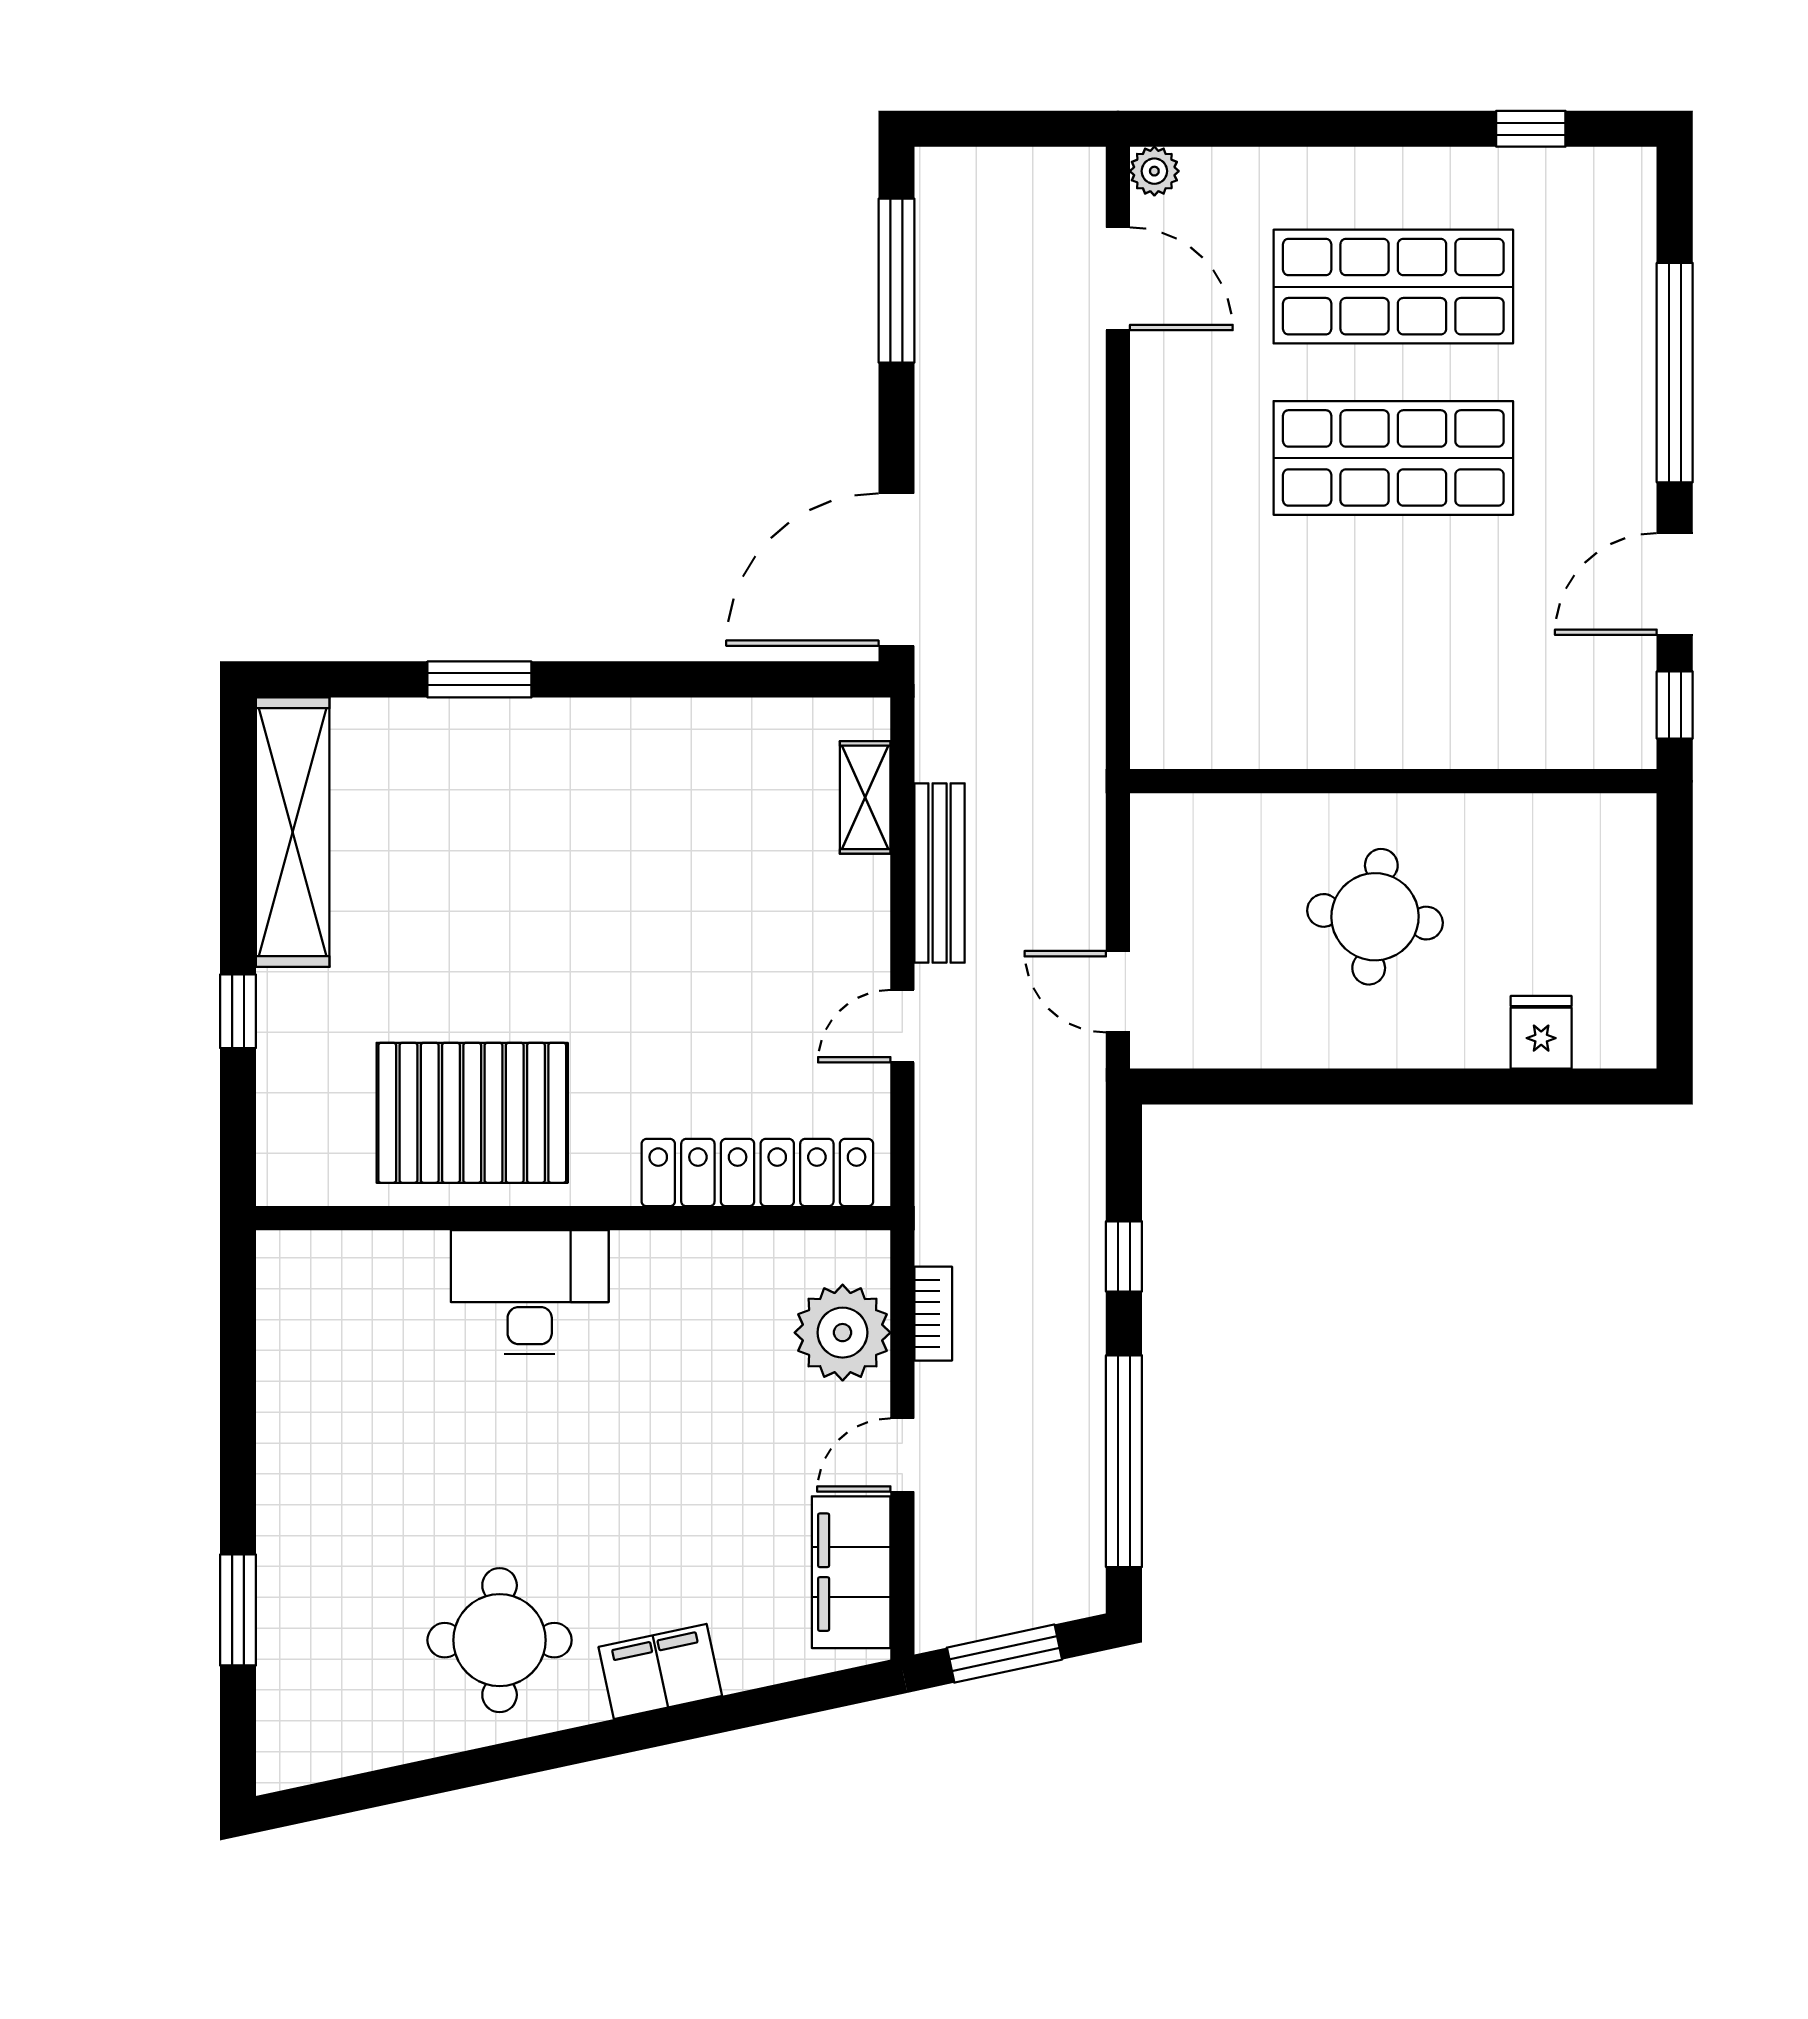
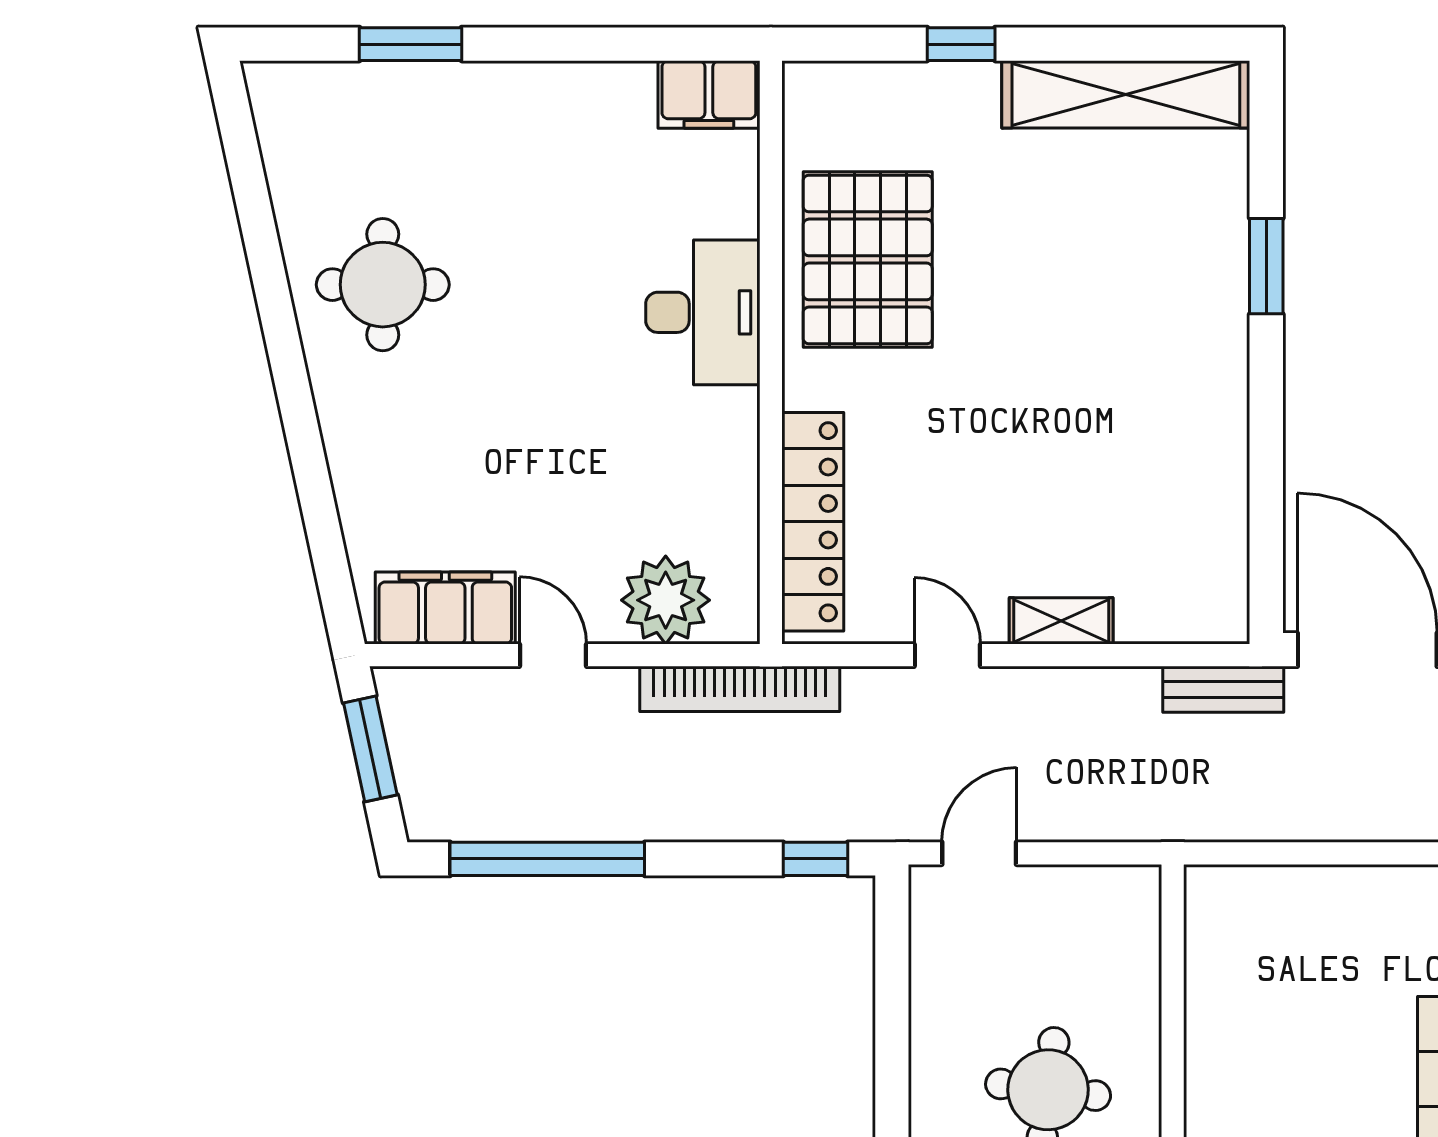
shelving: (865, 797) -> (1061, 621), moved
bench: (940, 873) -> (1223, 689), moved, width x0.73
window: (1124, 1256) -> (816, 859), moved
bookcase: (933, 1314) -> (740, 689), width x2.31, depth x1.31
filing cabinet: (660, 1671) -> (709, 95), moved, turned 102

